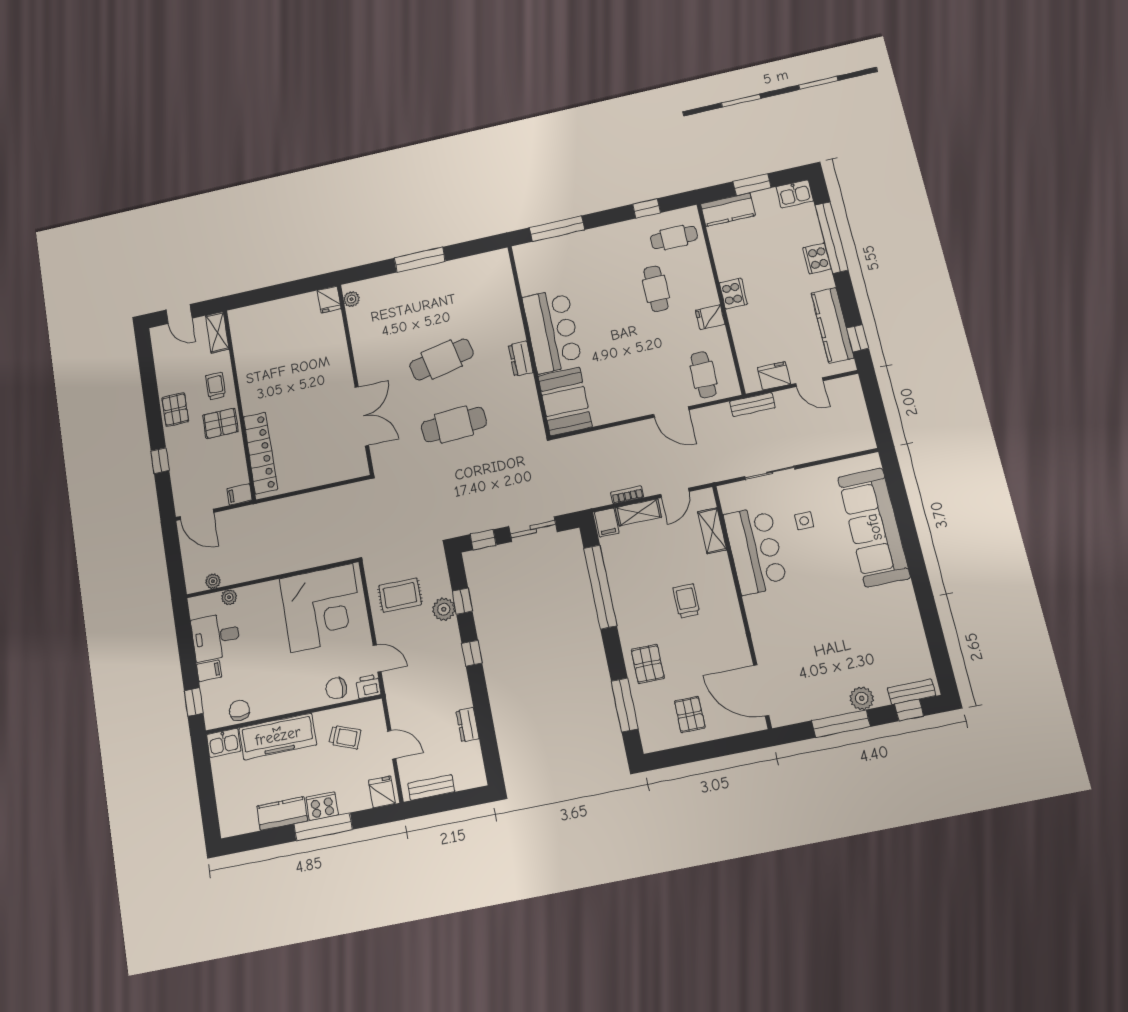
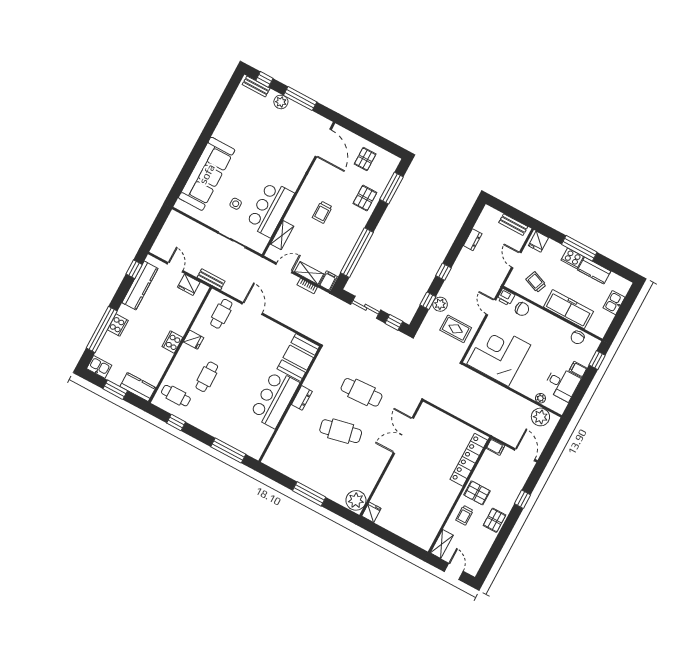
plant: (351, 299) -> (356, 500), width x1.87, depth x1.87
plant: (213, 581) -> (540, 417), width x1.88, depth x1.88
kitchen sink: (224, 743) -> (614, 303), moved, turned -90

